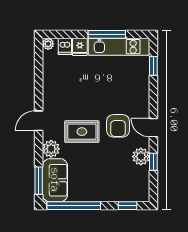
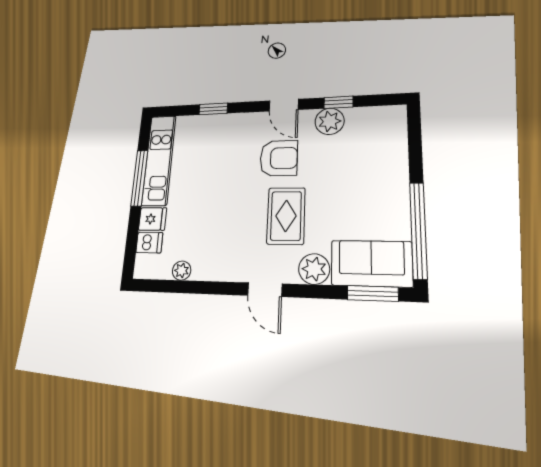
plant: (48, 44) -> (182, 271), moved
window: (153, 66) -> (213, 109), moved
door: (153, 128) -> (284, 105), hinge flipped
window: (127, 206) -> (415, 139), removed

